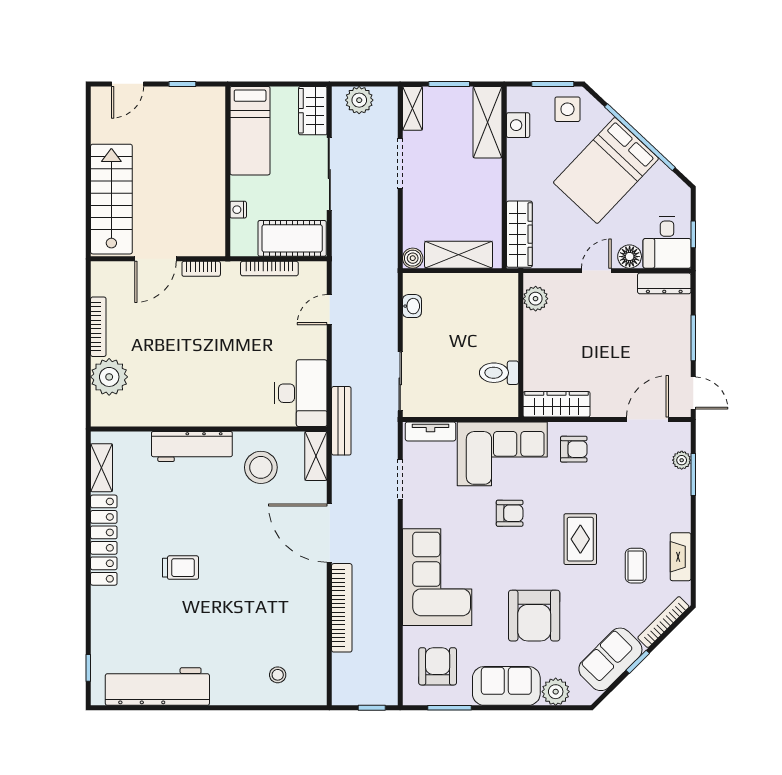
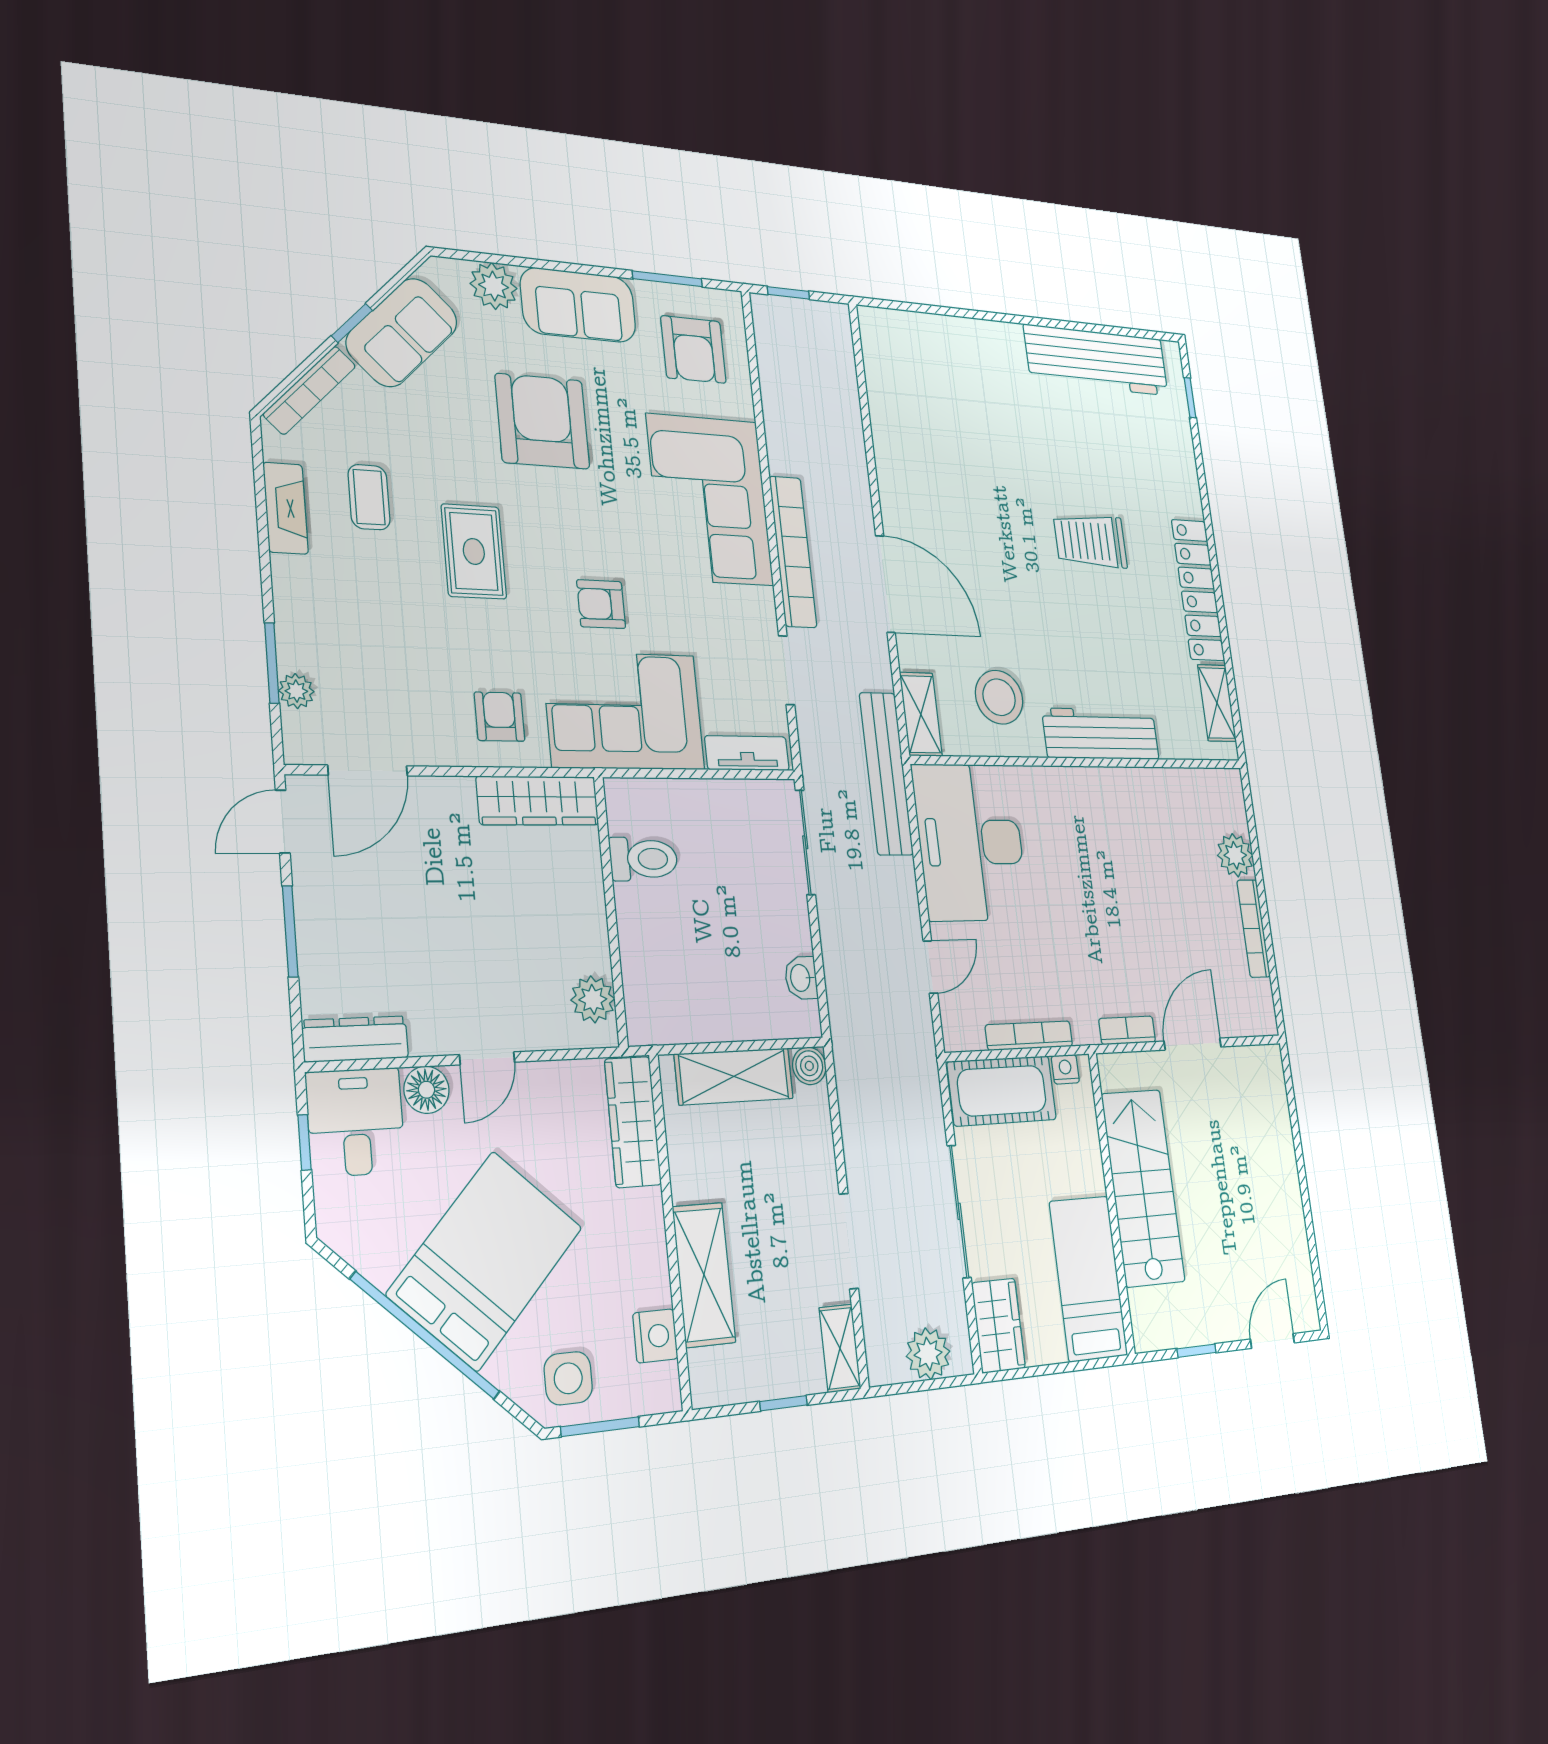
window: (449, 84) -> (783, 1403), width x0.67
shelving: (487, 122) -> (704, 1275), moved
stairs: (111, 199) -> (1143, 1188), moved, turned 180
nightstand: (238, 210) -> (1065, 1069), moved, turned -90
plant: (109, 377) -> (1235, 855), width x0.73, depth x0.73
desk: (301, 393) -> (970, 842), width x1.36, depth x1.30
door: (693, 393) -> (283, 821), hinge flipped
bench: (341, 421) -> (886, 773), width x1.37, depth x1.21
armchair: (574, 449) -> (500, 717), turned 90
trolley: (181, 568) -> (1090, 541), width x1.36, depth x1.39
bookcase: (342, 608) -> (793, 552), moved, turned 180
stool: (278, 675) -> (933, 361), removed

